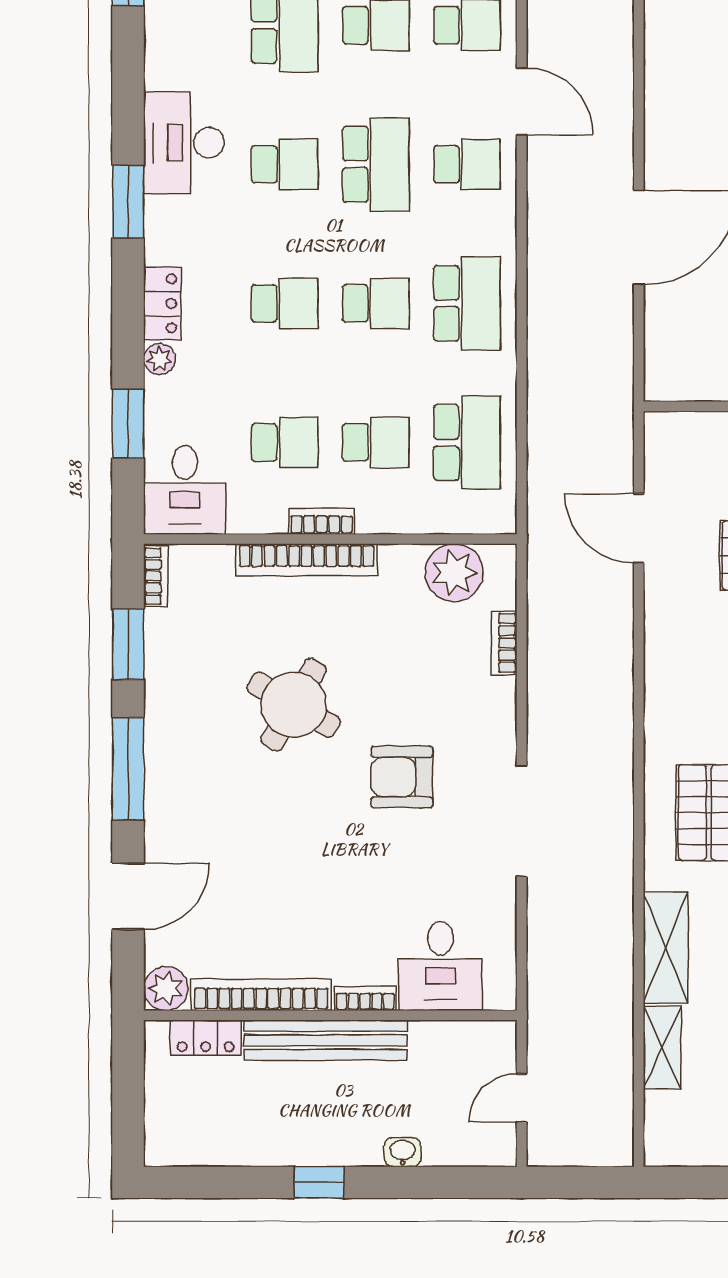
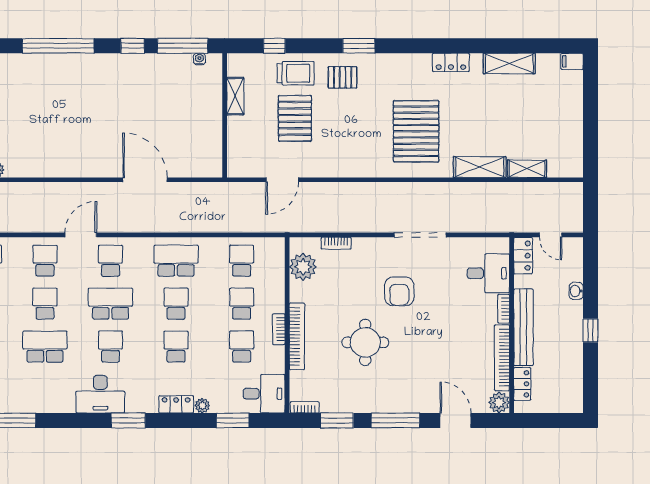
school desk: (467, 442) -> (242, 261), width x0.54
round table: (294, 705) -> (365, 342), turned -30
locker: (478, 1040) -> (523, 256), added

